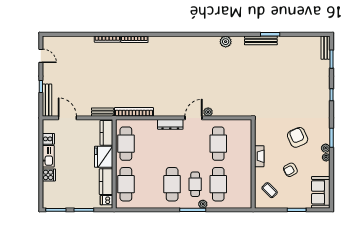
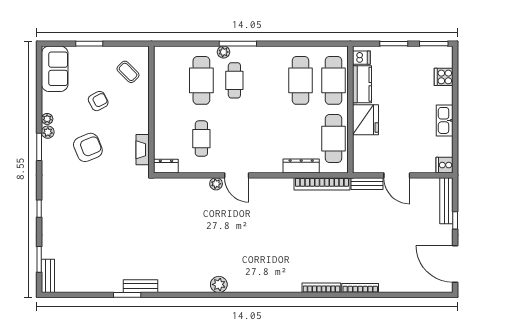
bench: (261, 40) -> (140, 286), width x0.73
plant: (226, 42) -> (219, 284), moved
door: (41, 56) -> (455, 264), width x1.88
door: (67, 118) -> (397, 175), moved
door: (194, 118) -> (237, 175), hinge flipped
dresser: (170, 124) -> (301, 166), moved
dresser: (243, 124) -> (166, 166), added
kitchen counter: (106, 133) -> (362, 154), removed
armchair: (298, 137) -> (88, 147), turned -88
cooker: (48, 139) -> (444, 165), moved
cafe table: (218, 144) -> (201, 139), width x0.73, depth x0.74
fireplace: (259, 156) -> (143, 150), moved
cooker: (49, 175) -> (444, 77), moved
cafe table: (172, 184) -> (300, 80), moved

